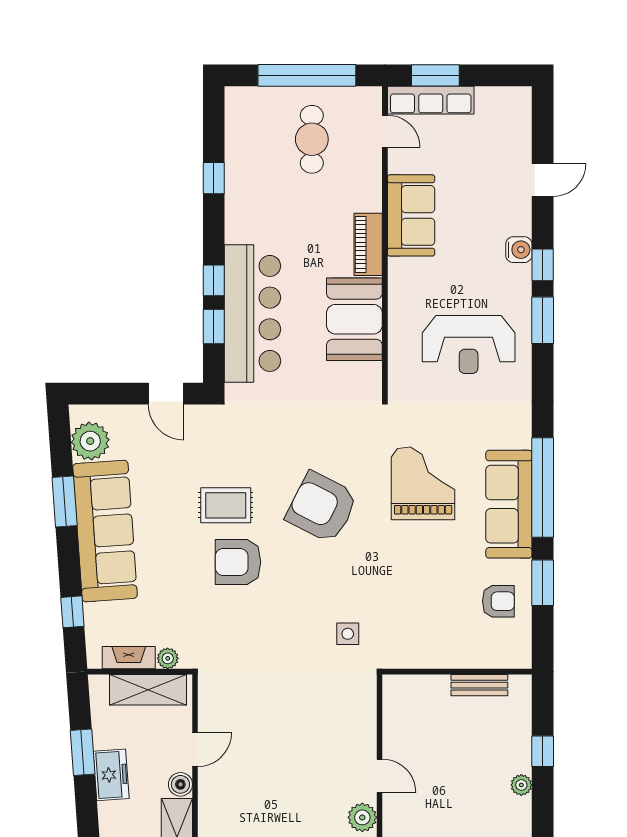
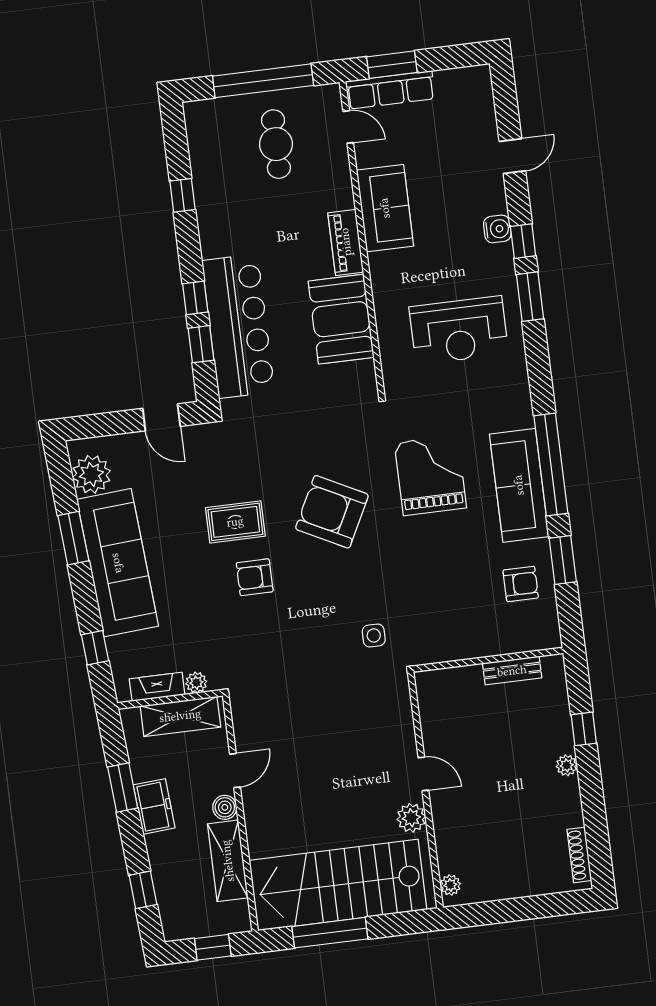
armchair: (238, 562) -> (255, 577), width x0.72, depth x0.72

